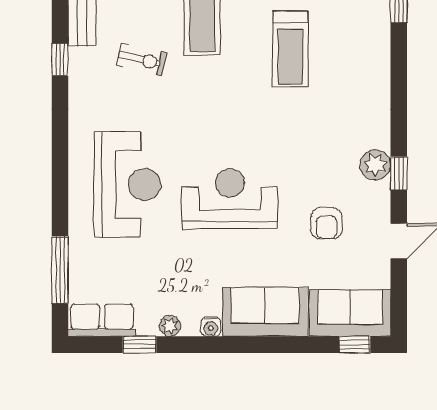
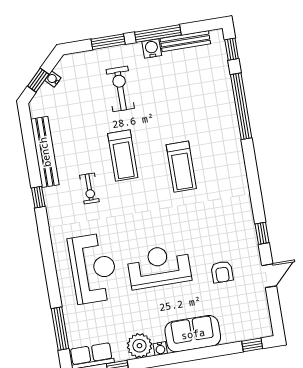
exercise bike: (142, 59) -> (89, 189), turned 77
plant: (375, 165) -> (246, 230), removed
sofa: (350, 313) -> (246, 326), removed
plant: (170, 326) -> (139, 346), width x1.87, depth x1.87

